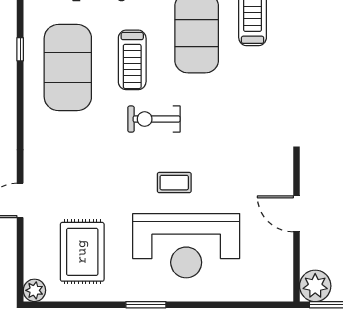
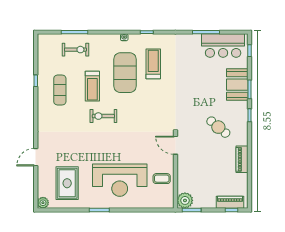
exercise mat: (68, 68) -> (60, 90), width x0.50, depth x0.69
coffee table: (174, 183) -> (162, 179), moved
door: (296, 214) -> (175, 145), moved

